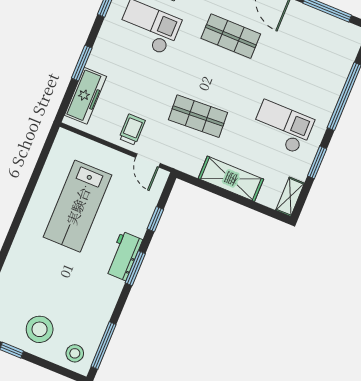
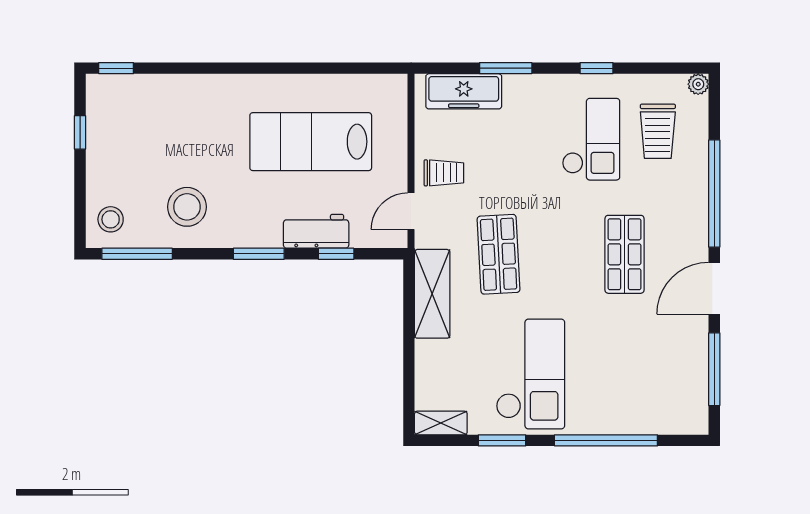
checkout: (282, 127) -> (530, 374), width x1.36, depth x1.21
shelving: (231, 179) -> (432, 294), moved
workbench: (124, 256) -> (316, 231), moved
stool: (40, 329) -> (187, 207), moved

